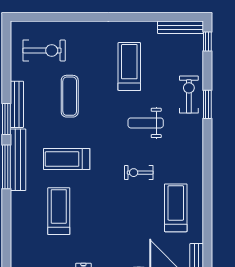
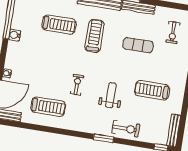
exercise bike: (44, 50) -> (173, 32), width x0.73, depth x0.72
treadmill: (129, 66) -> (152, 90), turned 180
window: (207, 104) -> (103, 138), moved

